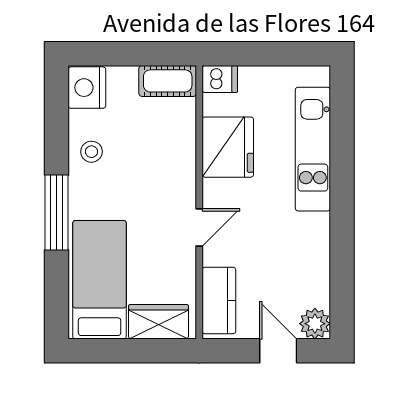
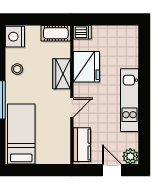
kitchen unit: (313, 149) -> (129, 100), moved
wardrobe: (158, 322) -> (62, 74), moved, turned -90

